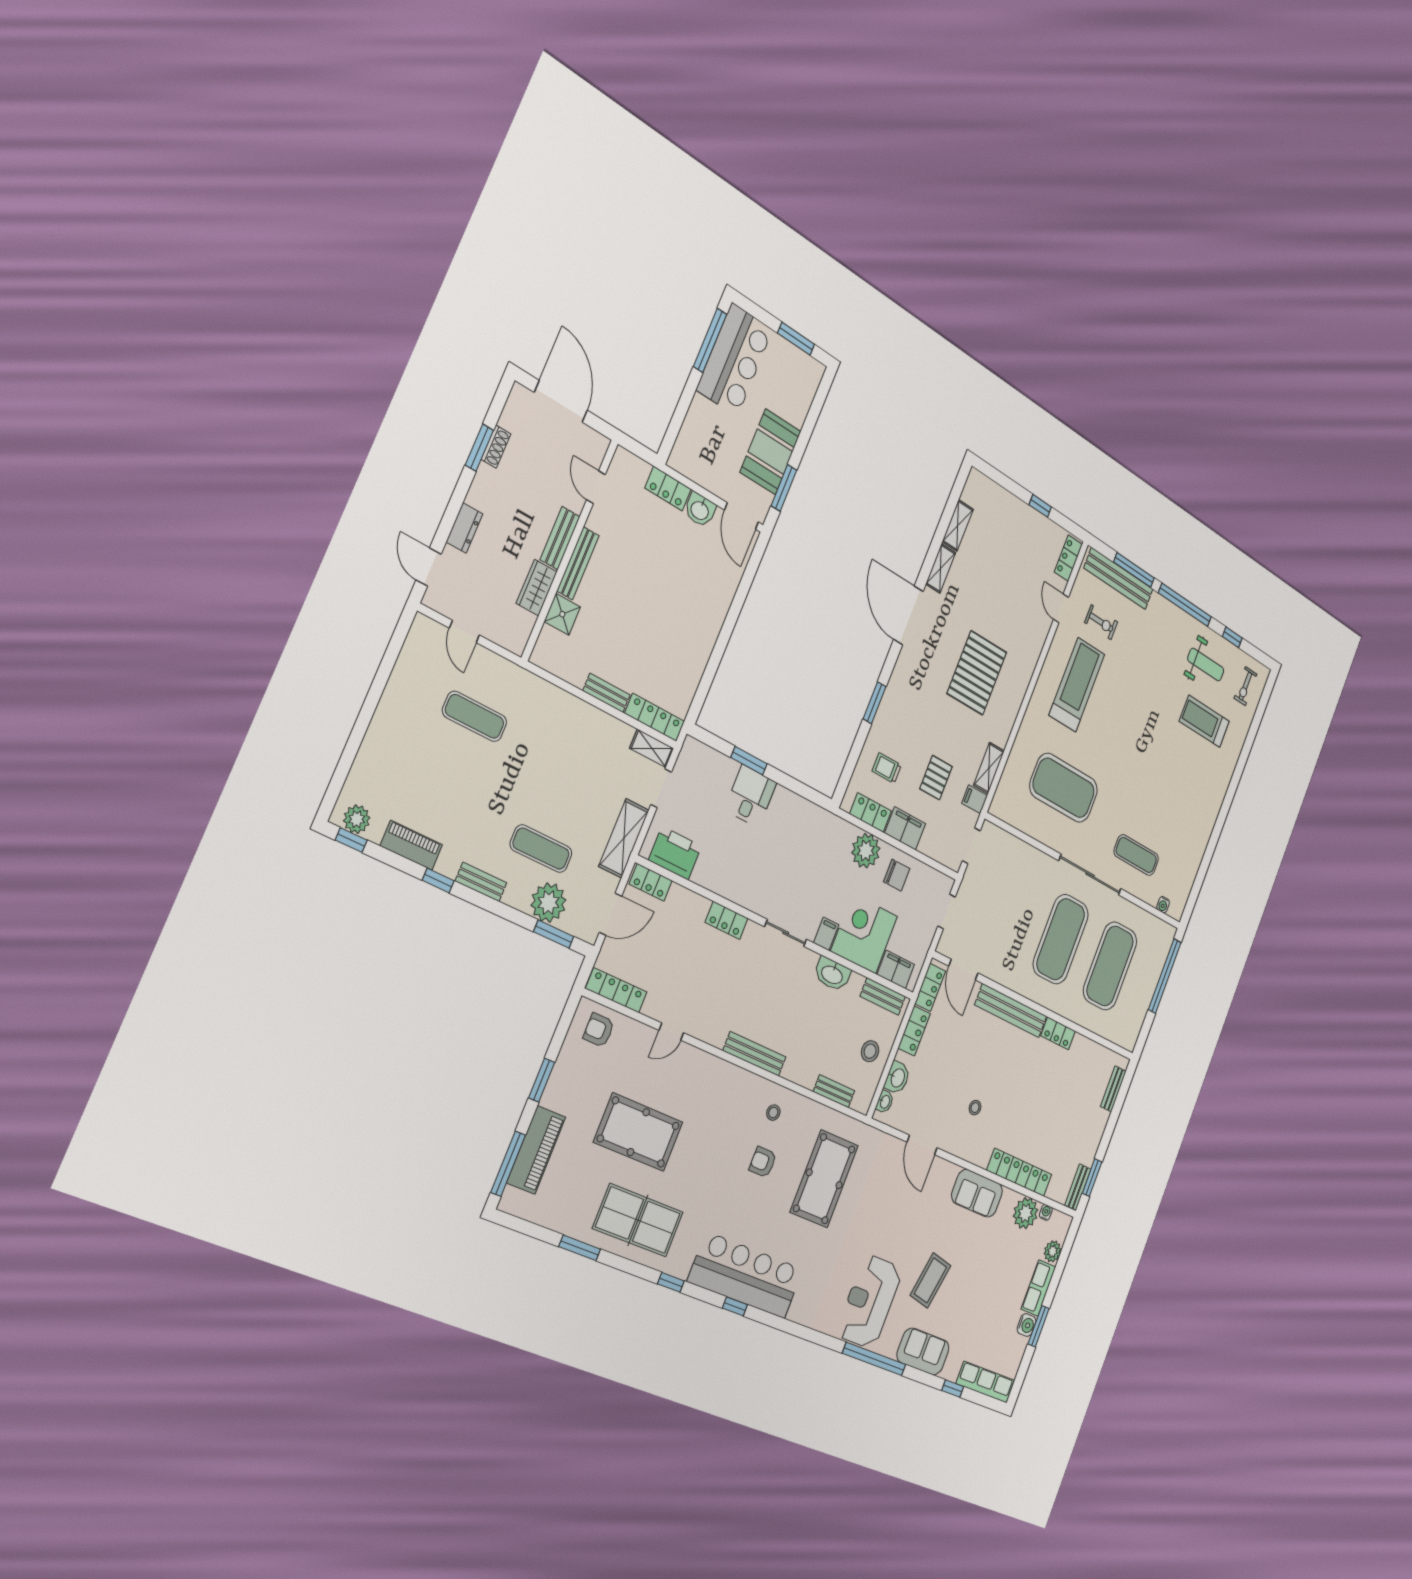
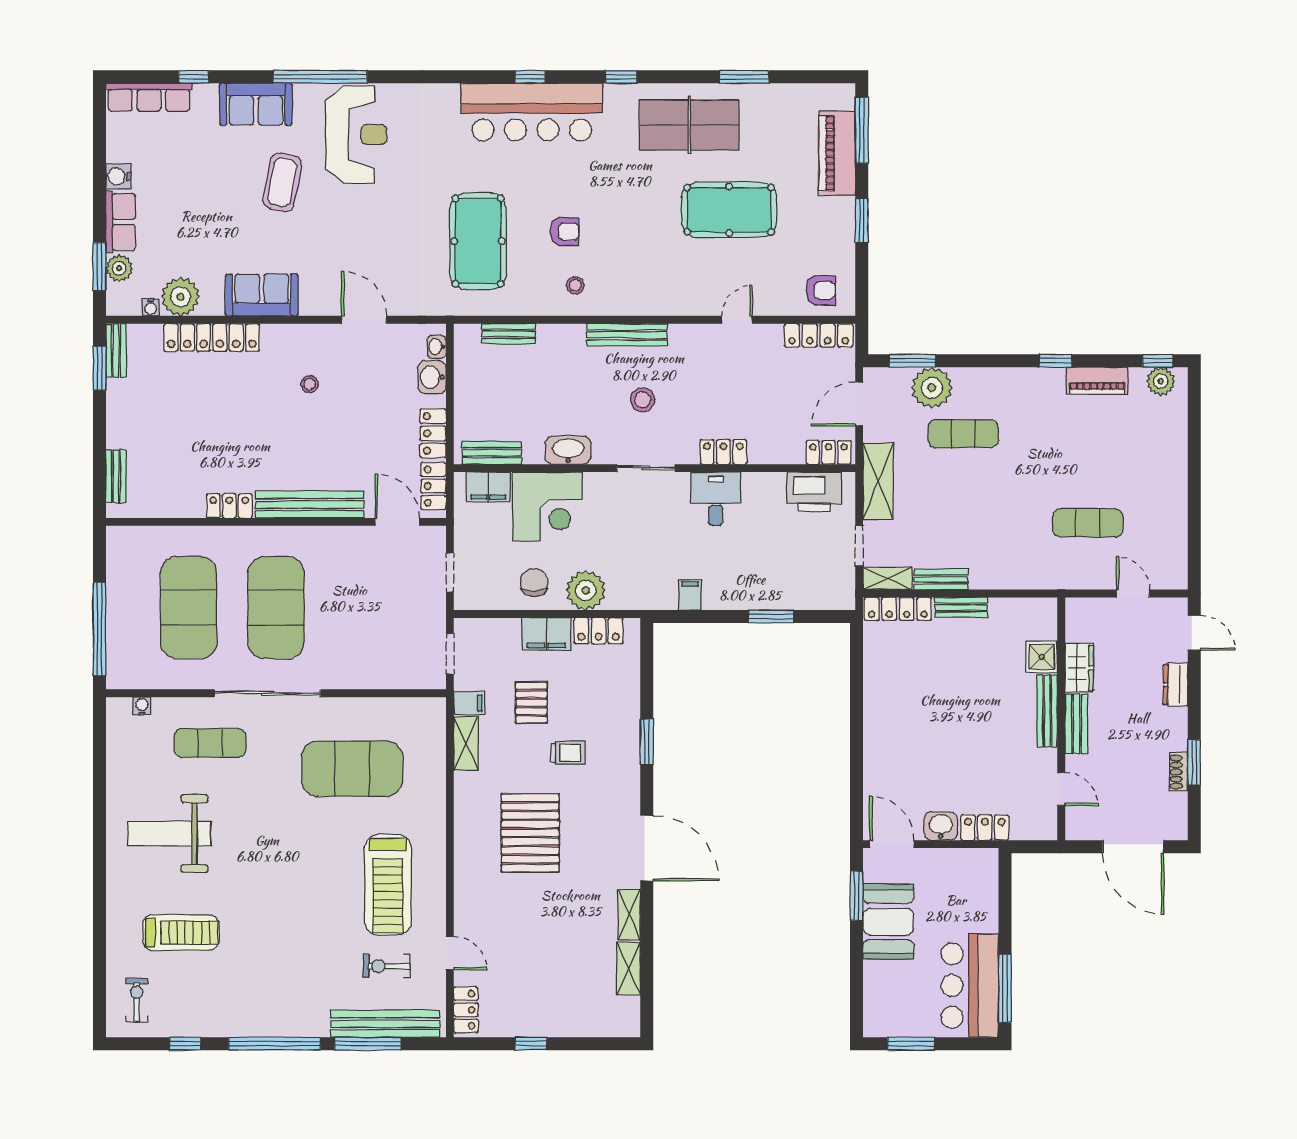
weight bench: (1206, 665) -> (170, 834), moved, width x1.36, depth x1.33
trolley: (887, 768) -> (568, 753), moved
desk: (751, 796) -> (716, 499), moved, turned 180
chair: (897, 875) -> (534, 582), turned 90
bench: (481, 882) -> (941, 579), moved
filing cabinet: (826, 934) -> (690, 595), moved, turned 180
stool: (870, 1051) -> (643, 400), moved
window: (1039, 1326) -> (99, 266), moved

